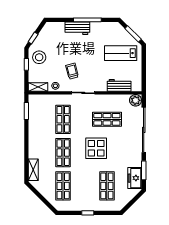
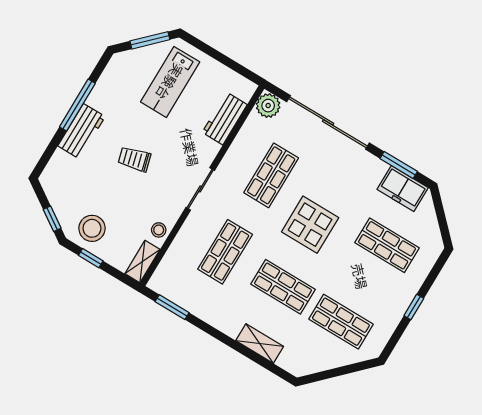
trolley: (72, 71) -> (134, 159), moved
shop shelf: (63, 119) -> (225, 252), turned 90
shelving: (33, 170) -> (260, 344), moved

